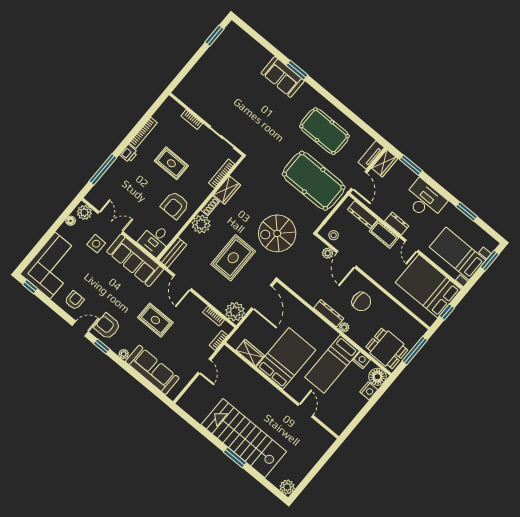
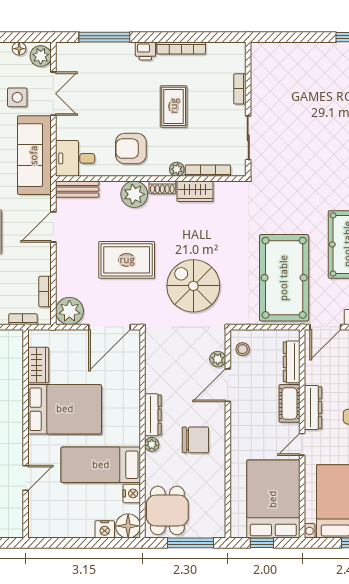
plant: (207, 190) -> (177, 169), added
dresser: (397, 224) -> (313, 408), width x1.44
chair: (361, 302) -> (195, 440), turned -90

